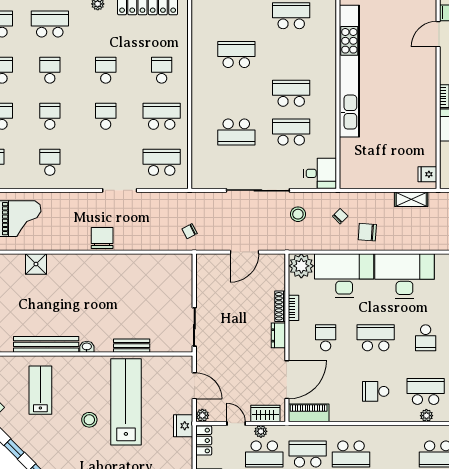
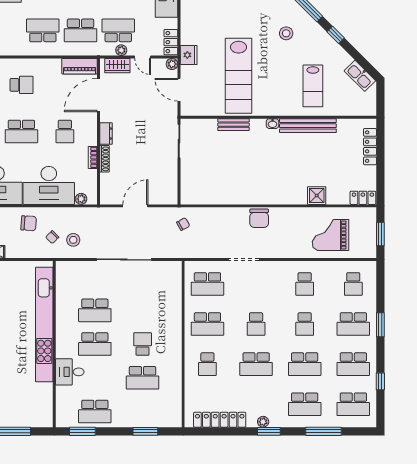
school desk: (50, 70) -> (305, 364), width x1.85
school desk: (106, 70) -> (256, 364), width x1.85
kitchen unit: (349, 71) -> (44, 325), moved
school desk: (236, 132) -> (143, 344), moved, width x0.54
desk: (320, 173) -> (70, 372), moved
stool: (298, 214) -> (73, 240), moved
plant: (301, 266) -> (81, 199), width x0.53, depth x0.53
stool: (89, 420) -> (286, 33), moved

